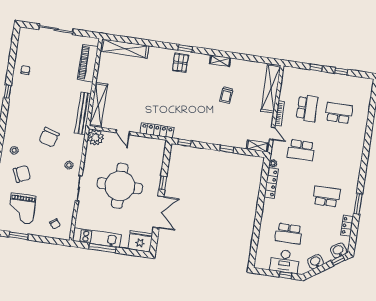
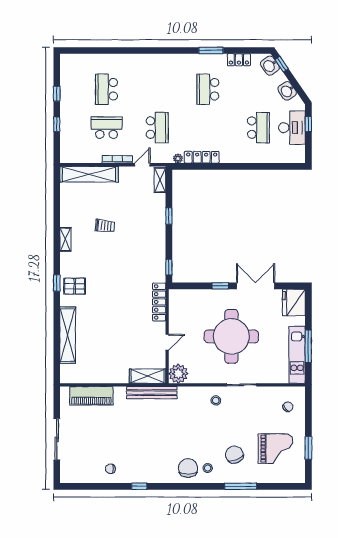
shelving: (124, 49) -> (68, 335), moved
shelving: (98, 105) -> (148, 376), width x0.68
chair: (49, 137) -> (188, 468), moved, turned -106

